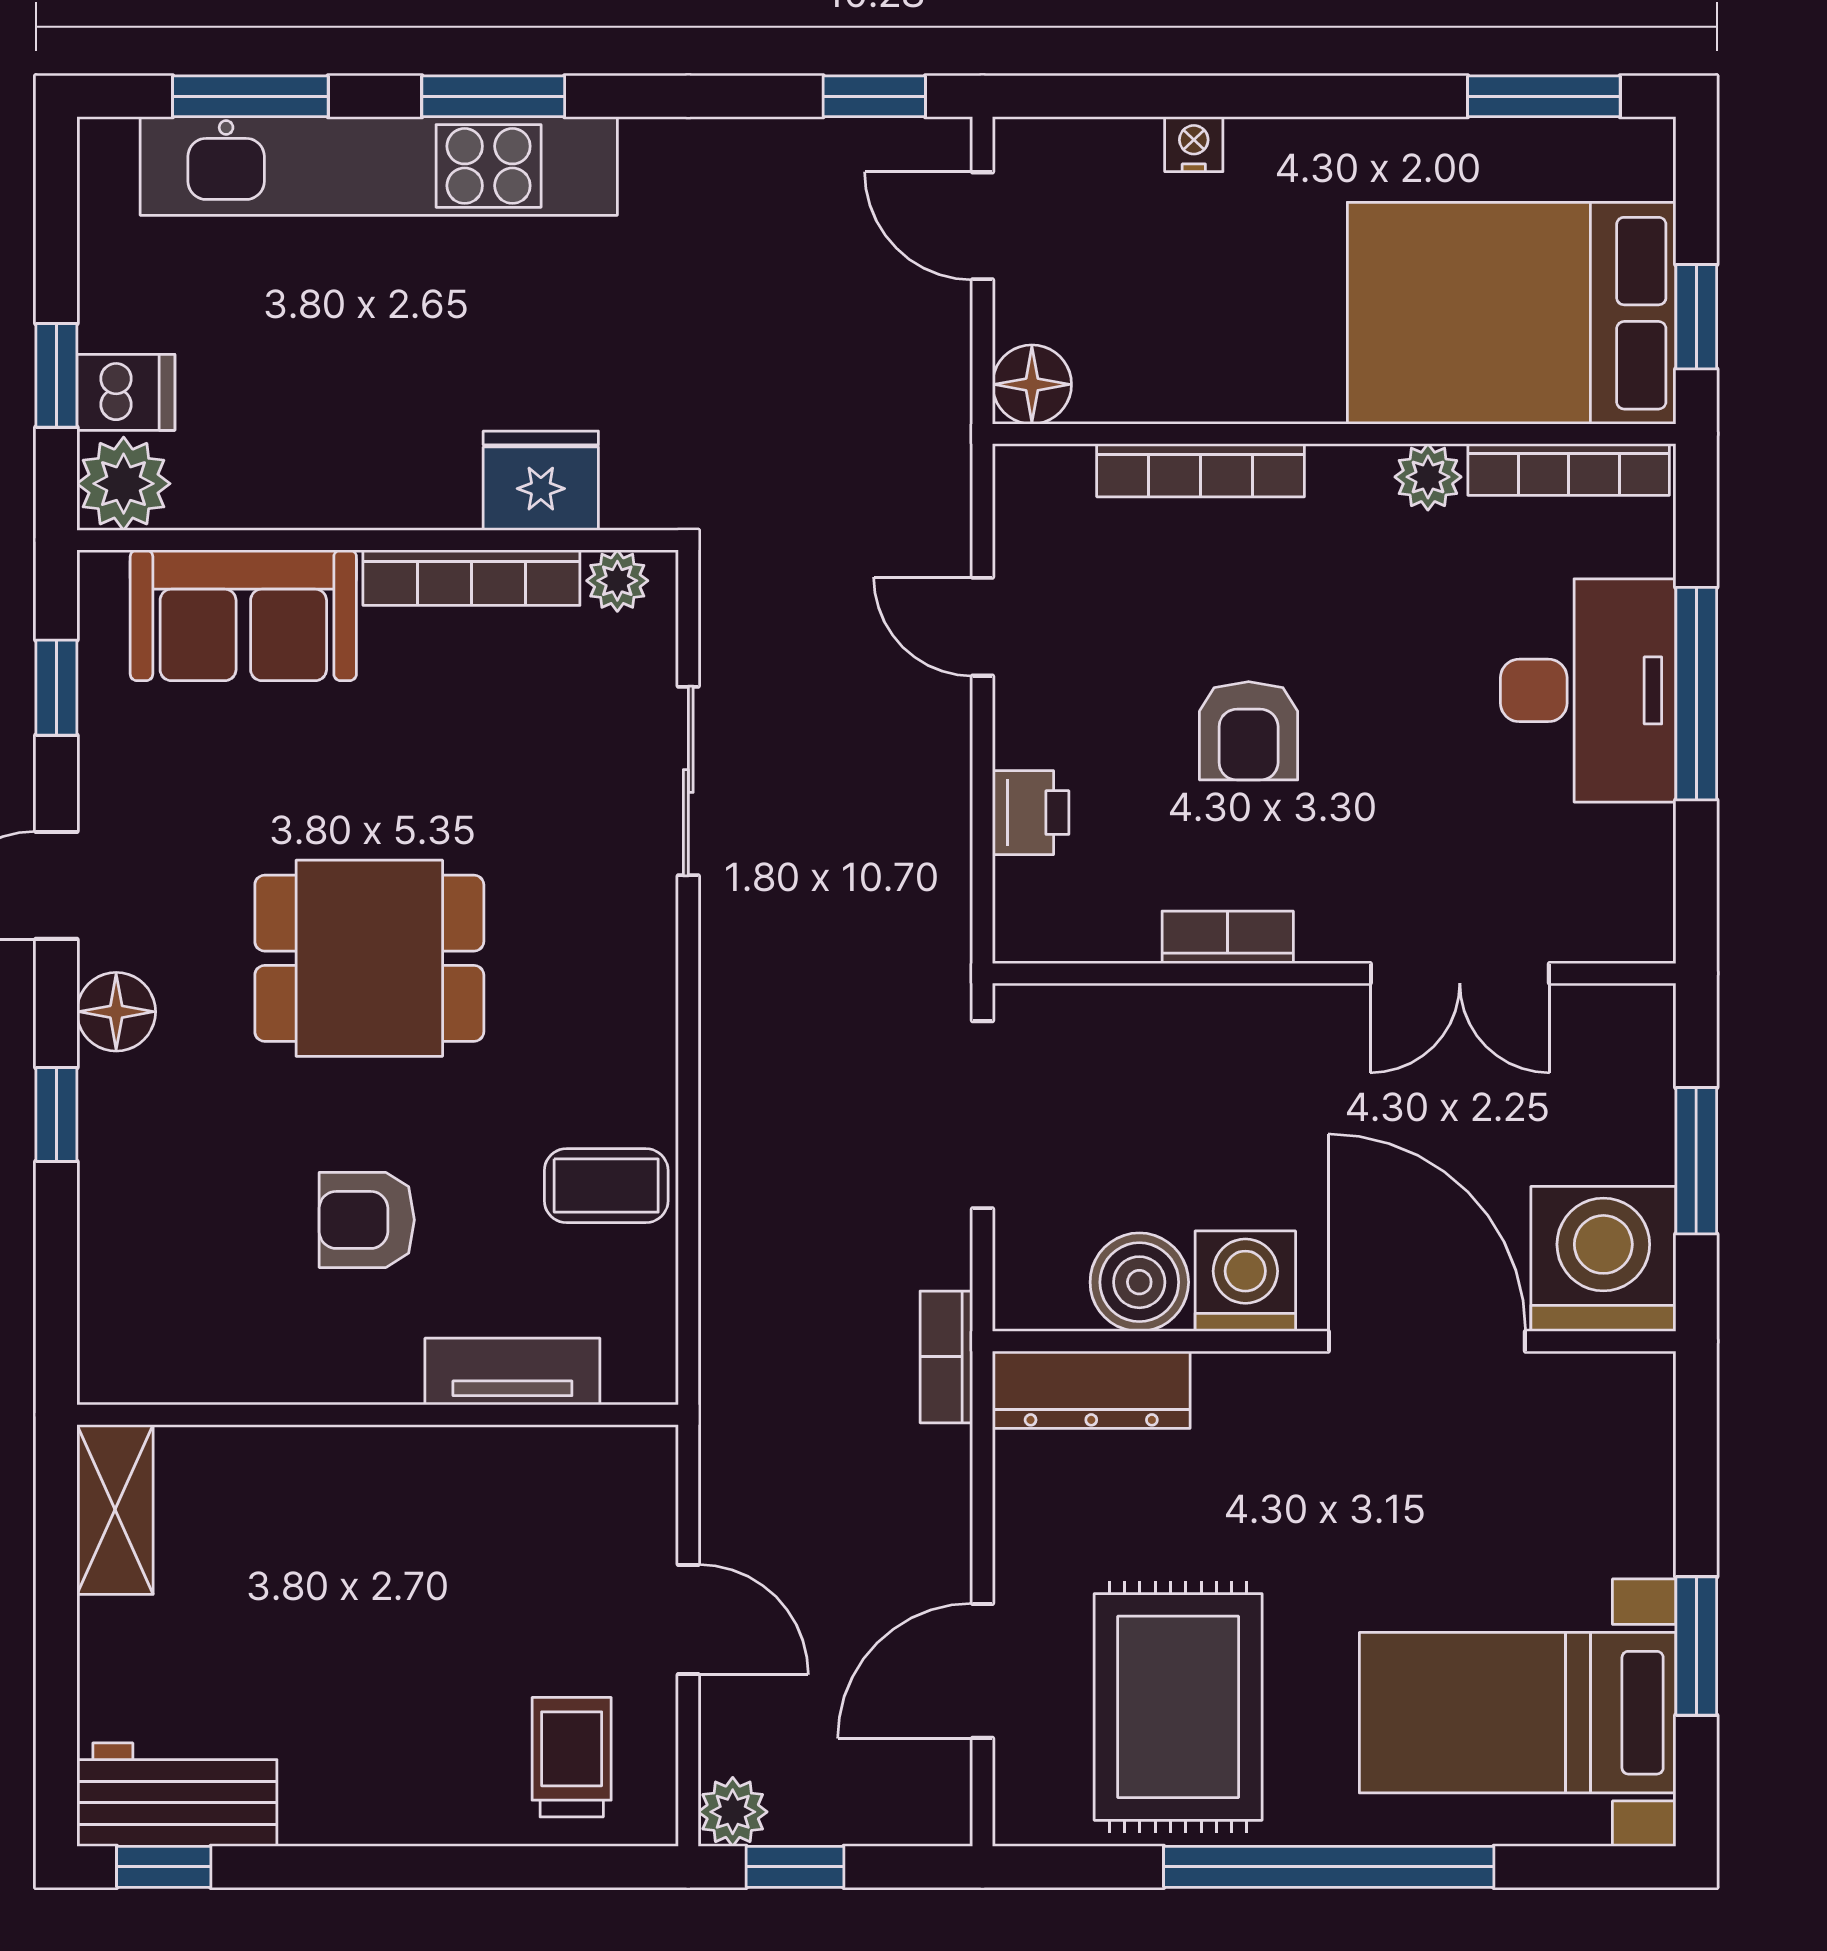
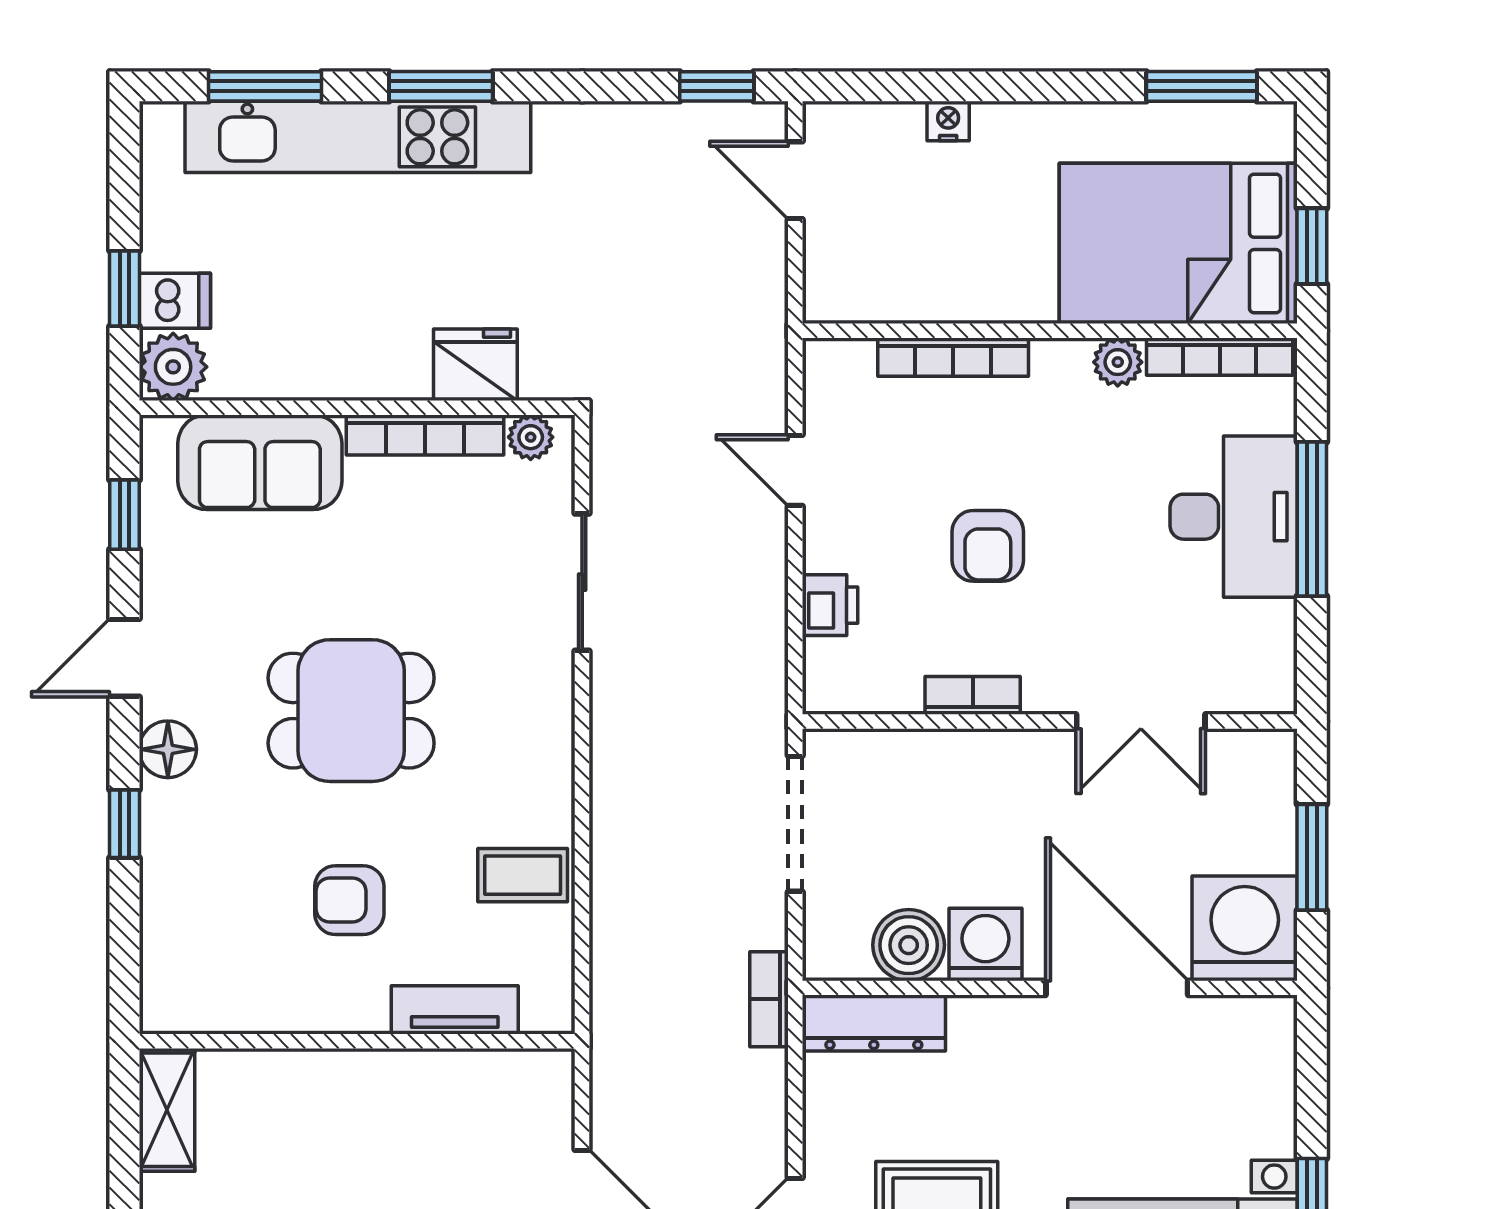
floor lamp: (1032, 384) -> (831, 295), removed

